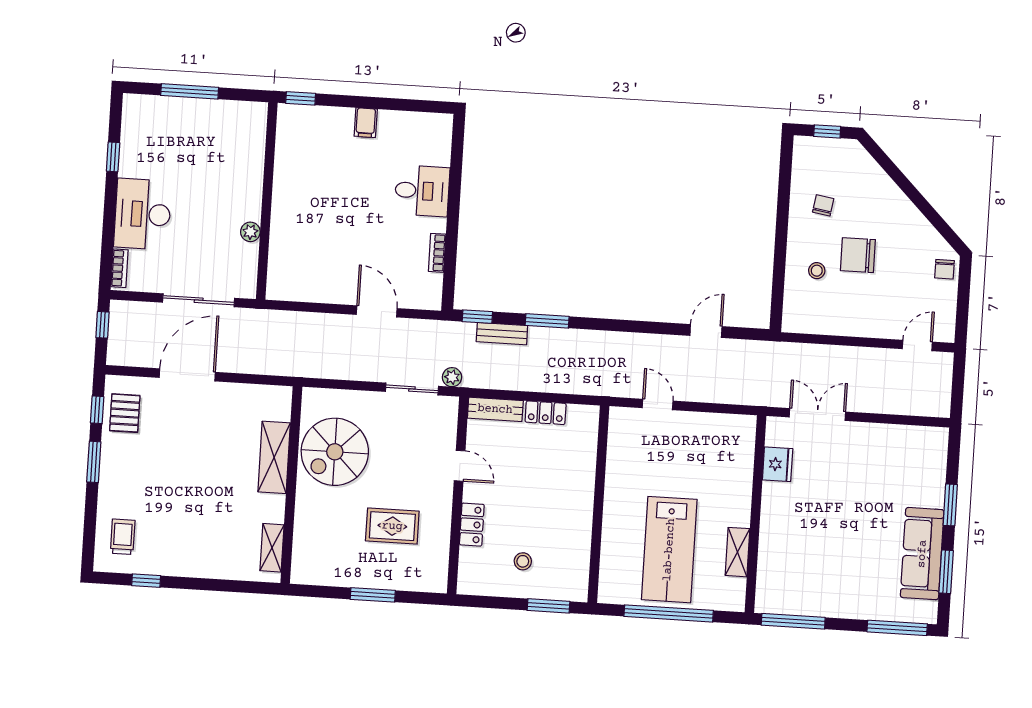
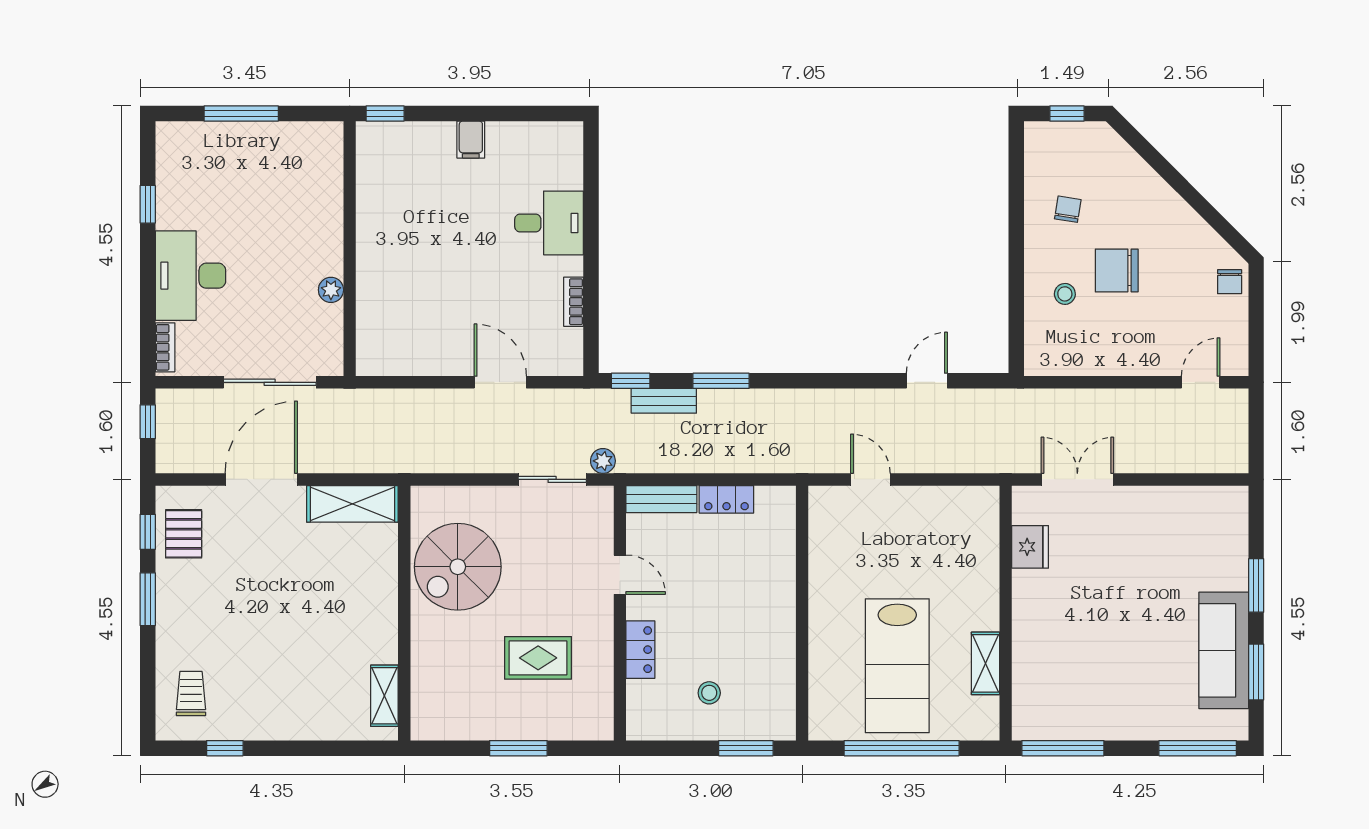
shelving: (274, 457) -> (352, 504), moved, turned 90

